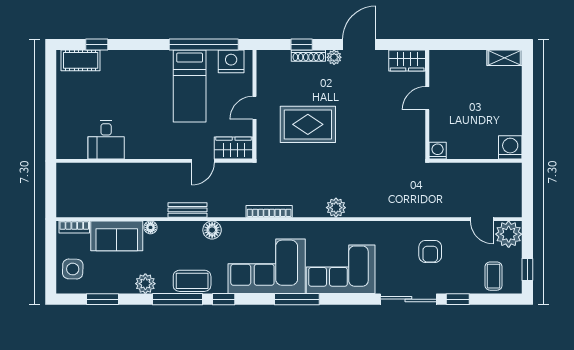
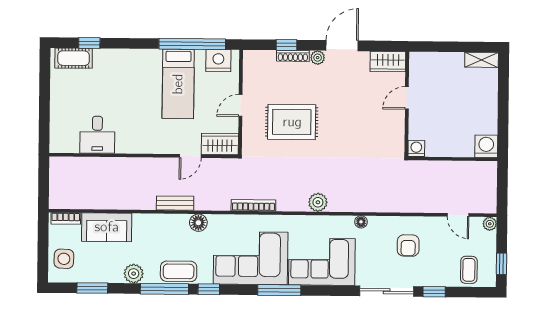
floor lamp: (151, 227) -> (361, 222), moved
plant: (509, 234) -> (490, 224), width x0.53, depth x0.53

